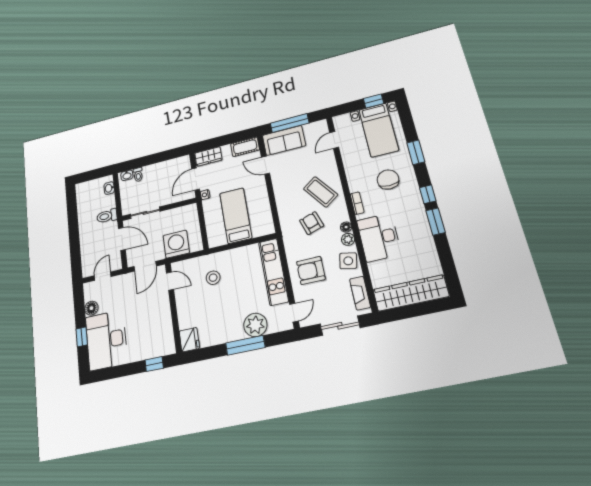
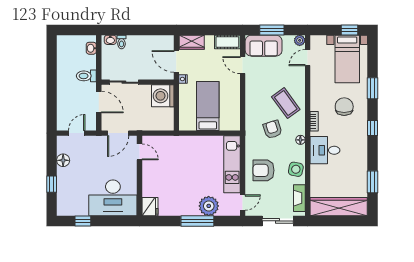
window: (290, 123) -> (272, 30), width x0.69
door: (196, 179) -> (176, 61), hinge flipped
window: (436, 222) -> (373, 182), moved
desk: (379, 237) -> (325, 150), width x0.73
plant: (348, 239) -> (300, 40), moved
washing machine: (176, 244) -> (163, 96), moved, turned -90
stool: (213, 278) -> (179, 158), removed
desk: (106, 340) -> (113, 198), moved, turned -90
window: (154, 364) -> (83, 221), moved

